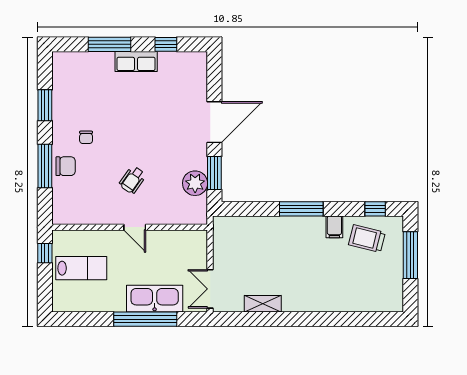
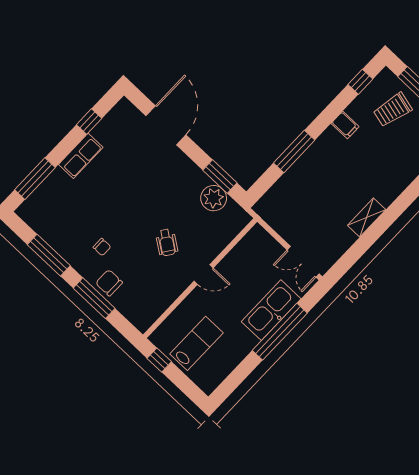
window: (109, 44) -> (35, 179), moved
window: (45, 105) -> (49, 255), width x1.44
door: (214, 122) -> (166, 125), moved
chair: (66, 166) -> (109, 283), turned -90
window: (301, 209) -> (294, 152), moved
trolley: (367, 239) -> (393, 110), moved
shelving: (263, 304) -> (367, 217), moved

